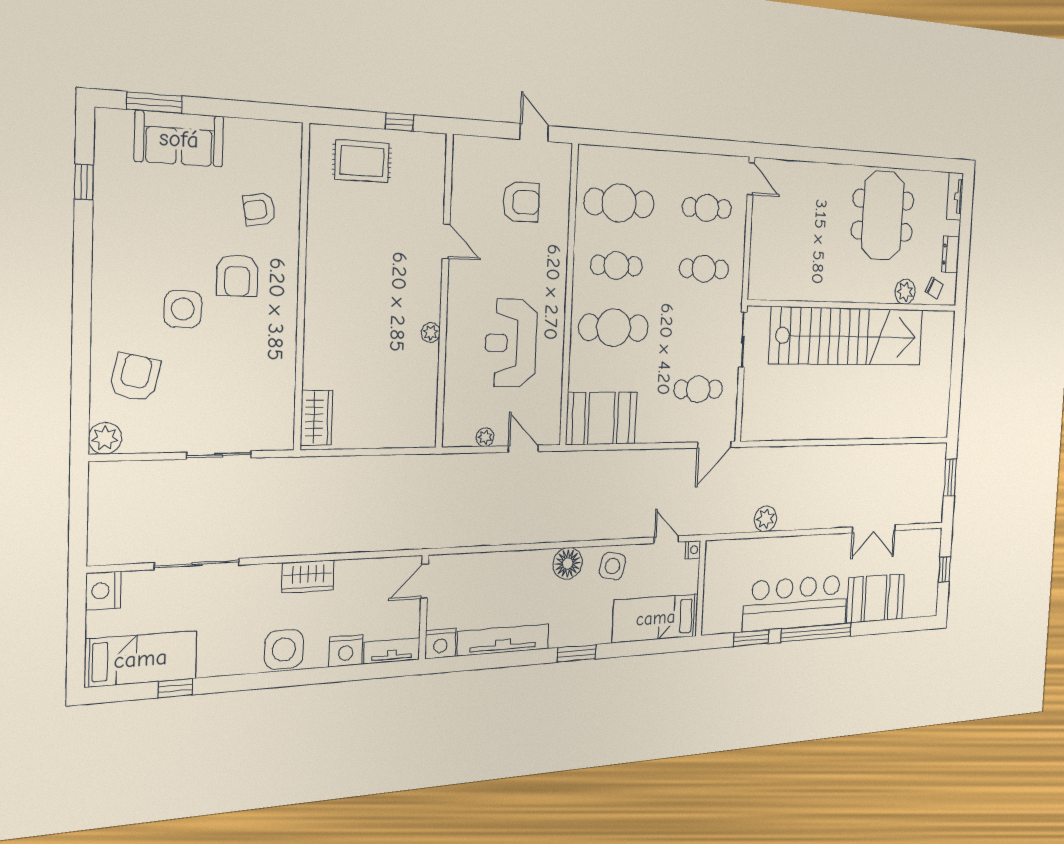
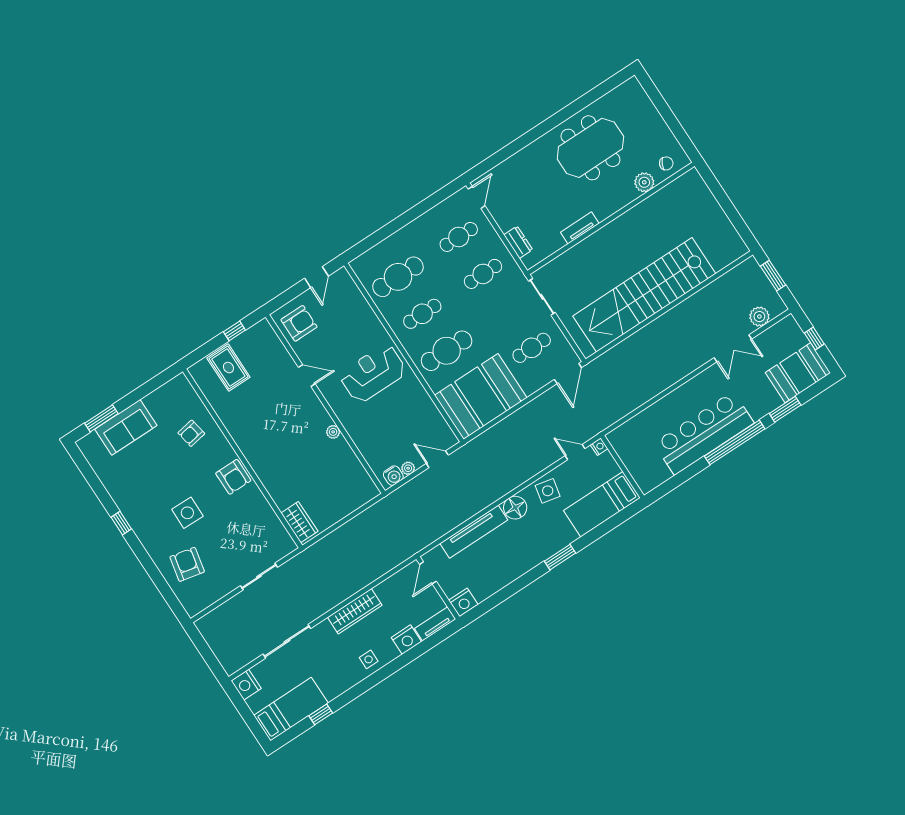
door: (534, 133) -> (316, 277), swing flipped
rug: (362, 161) -> (228, 368), turned 90
door: (751, 179) -> (477, 197), hinge flipped
window: (84, 182) -> (121, 523), moved
tv unit: (955, 196) -> (580, 228), moved, turned 90
armchair: (521, 202) -> (299, 323), moved
meeting table: (883, 215) -> (590, 148), turned 90
dresser: (951, 254) -> (518, 242), moved, turned 180
armchair: (237, 276) -> (233, 477), moved
stairs: (847, 336) -> (644, 295), moved, turned 180
reception desk: (511, 343) -> (373, 373), moved, turned 90
booth: (601, 418) -> (481, 396), width x1.36, depth x1.42
water cooler: (463, 435) -> (393, 476), added
plant: (105, 438) -> (193, 605), removed
plant: (765, 519) -> (759, 317), moved
wardrobe: (308, 576) -> (355, 611), width x1.50
booth: (876, 598) -> (798, 373), moved
window: (751, 638) -> (785, 409), moved
tv unit: (503, 640) -> (474, 532), moved, turned 180
side table: (284, 649) -> (369, 659), width x0.54, depth x0.54

